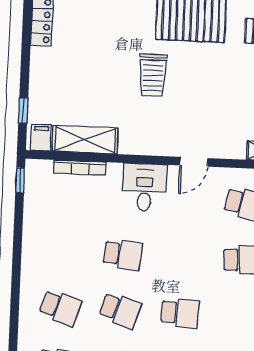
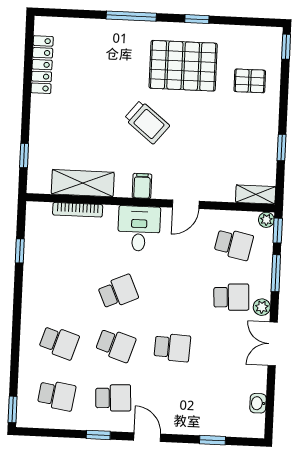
trolley: (153, 75) -> (147, 122), turned -51
filing cabinet: (41, 138) -> (142, 186), moved
window: (20, 180) -> (20, 251), moved
school desk: (123, 254) -> (118, 292), turned -30

